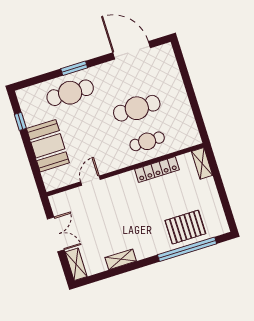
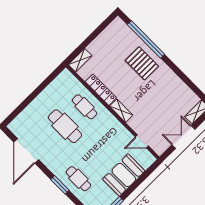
cafe table: (70, 93) -> (78, 179), width x0.73, depth x0.74
door: (90, 181) -> (142, 141), moved
pallet: (185, 227) -> (142, 63), moved
shelving: (121, 259) -> (121, 111), moved

